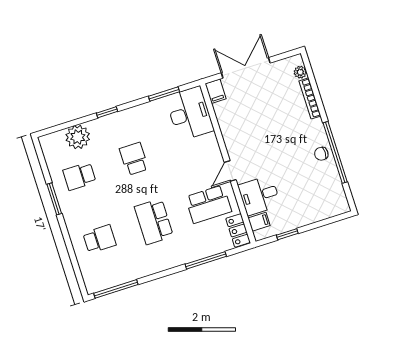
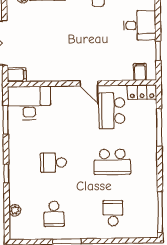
plant: (78, 137) -> (15, 210), width x0.53, depth x0.53
desk: (259, 195) -> (140, 25), moved, turned -90
school desk: (208, 204) -> (112, 111), turned 180

